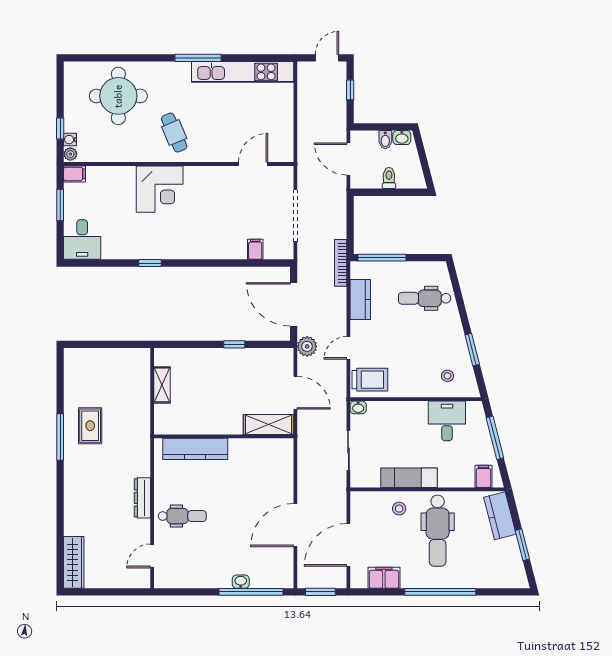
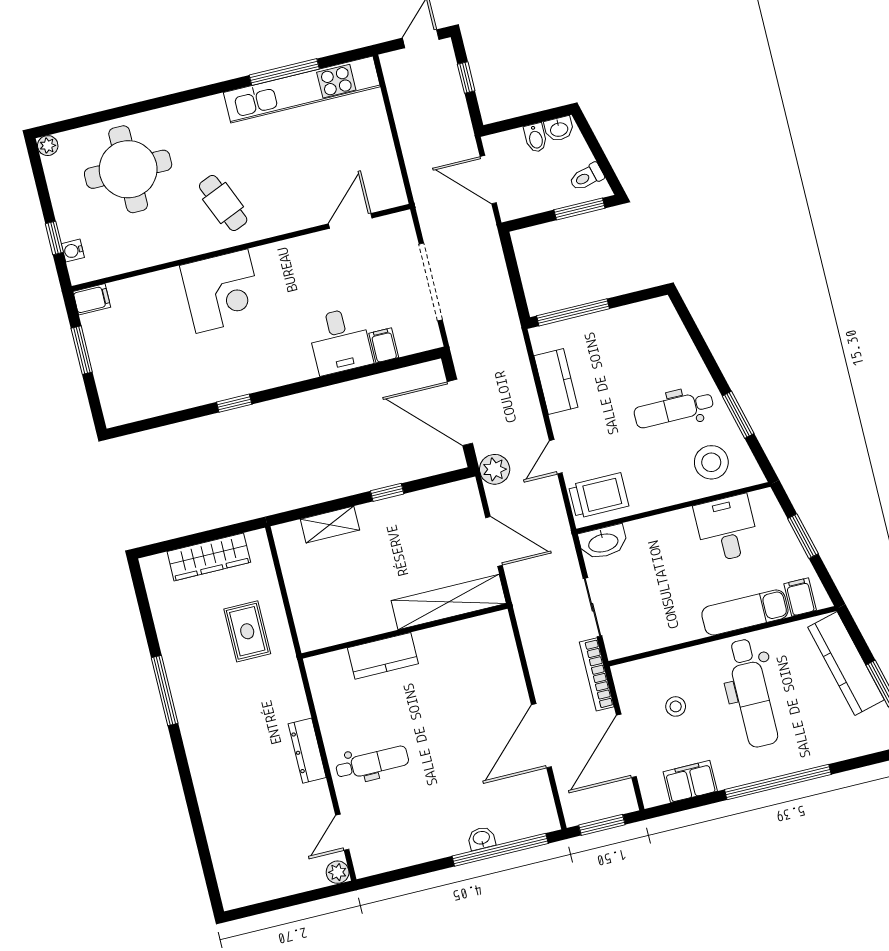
window: (198, 58) -> (284, 72), moved
plant: (70, 154) -> (48, 146), moved
toilet: (389, 178) -> (587, 177), moved, turned -104
window: (402, 192) -> (579, 209), added
desk: (82, 240) -> (340, 341), moved
bookcase: (341, 263) -> (597, 674), moved
dental chair: (425, 298) -> (674, 409), moved
stool: (447, 376) -> (711, 462), width x1.89, depth x1.89
shelving: (162, 385) -> (330, 525), moved, turned 90
washbasin: (358, 407) -> (603, 542), width x1.91, depth x1.45
shelving: (268, 424) -> (449, 602), width x1.47
rug: (90, 426) -> (247, 631), moved
window: (495, 438) -> (803, 536), width x0.69
kitchen counter: (195, 449) -> (383, 656), width x0.67
exam couch: (409, 478) -> (745, 612), moved
stool: (399, 509) -> (676, 706), moved
kitchen counter: (500, 516) -> (846, 664), width x1.50
wardrobe: (74, 562) -> (209, 557), moved, turned 90
plant: (143, 581) -> (338, 872), added

